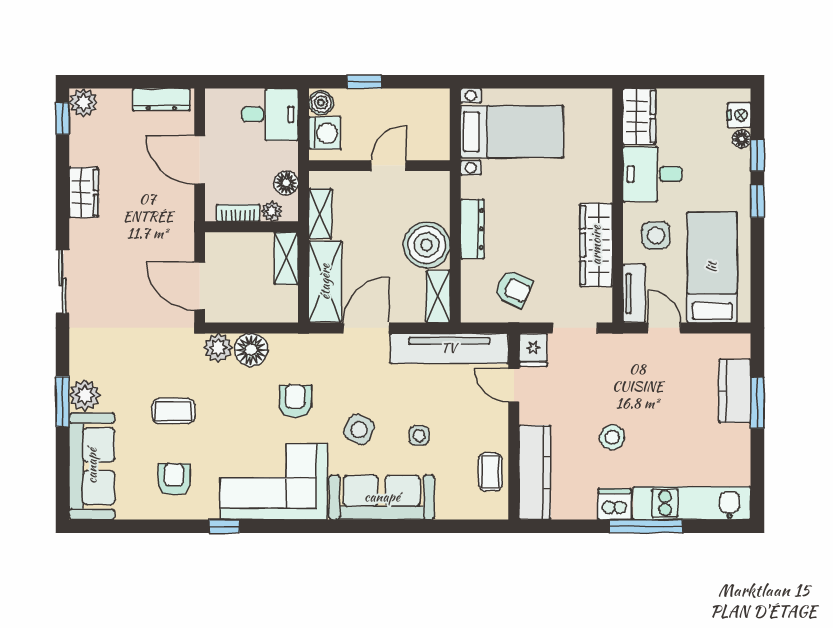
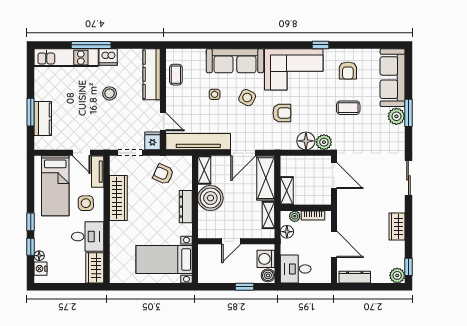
armchair: (295, 401) -> (282, 113), turned -90

